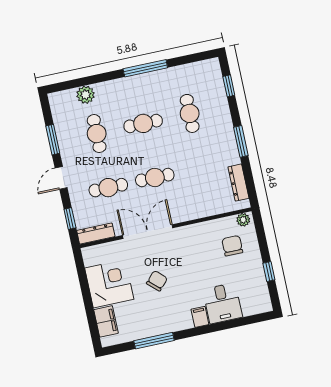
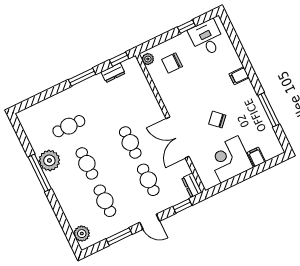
plant: (157, 82) -> (49, 160), added
window: (229, 86) -> (119, 59), moved
plant: (86, 95) -> (82, 234), moved
cafe table: (97, 134) -> (105, 201), turned 90
dresser: (238, 183) -> (113, 73), width x0.70
dresser: (96, 234) -> (192, 185), width x0.70
desk: (223, 303) -> (207, 38), moved, turned -90
filing cabinet: (106, 321) -> (256, 157), width x0.50

